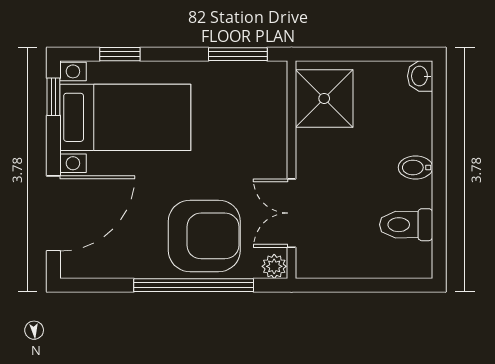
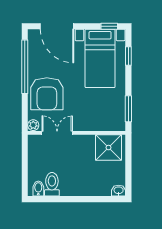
bidet: (416, 167) -> (38, 189), moved
window: (194, 285) -> (25, 67), moved

